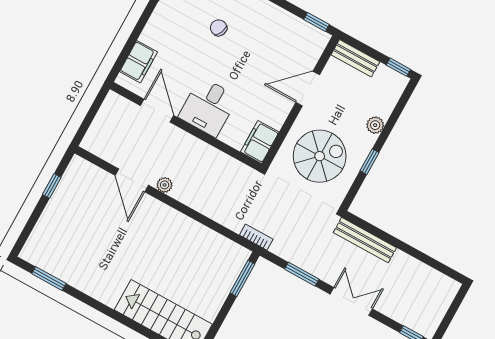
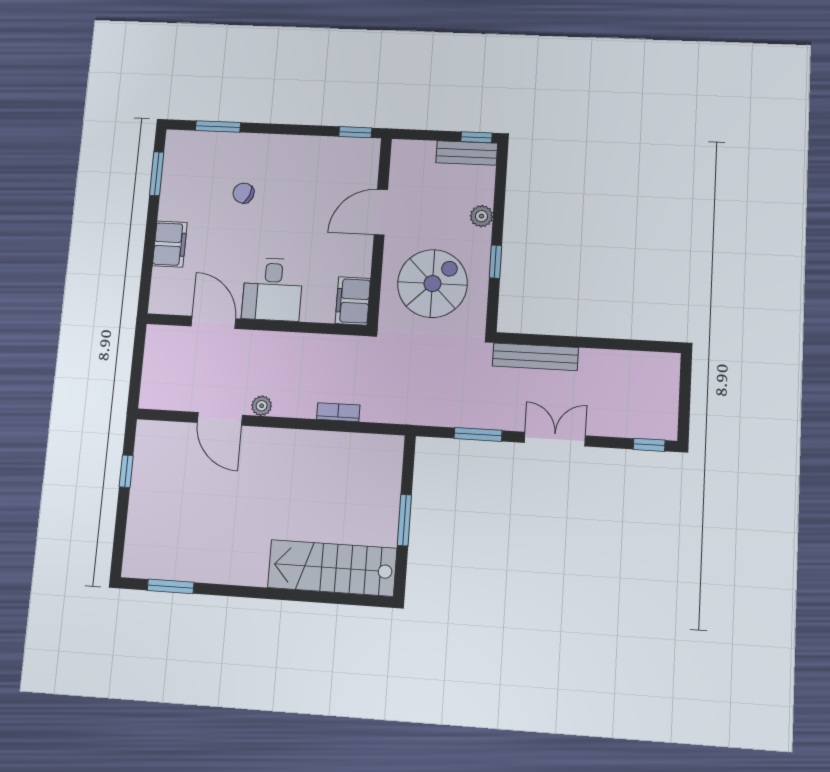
bench: (355, 58) -> (467, 153), moved
filing cabinet: (139, 62) -> (170, 244), moved
bookcase: (256, 237) -> (338, 412), moved
window: (242, 278) -> (404, 520), moved

